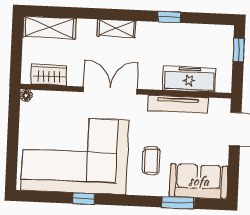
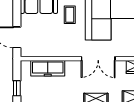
tv unit: (178, 104) -> (54, 52), removed

